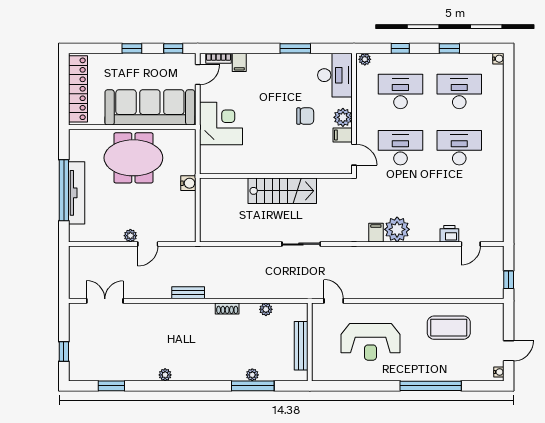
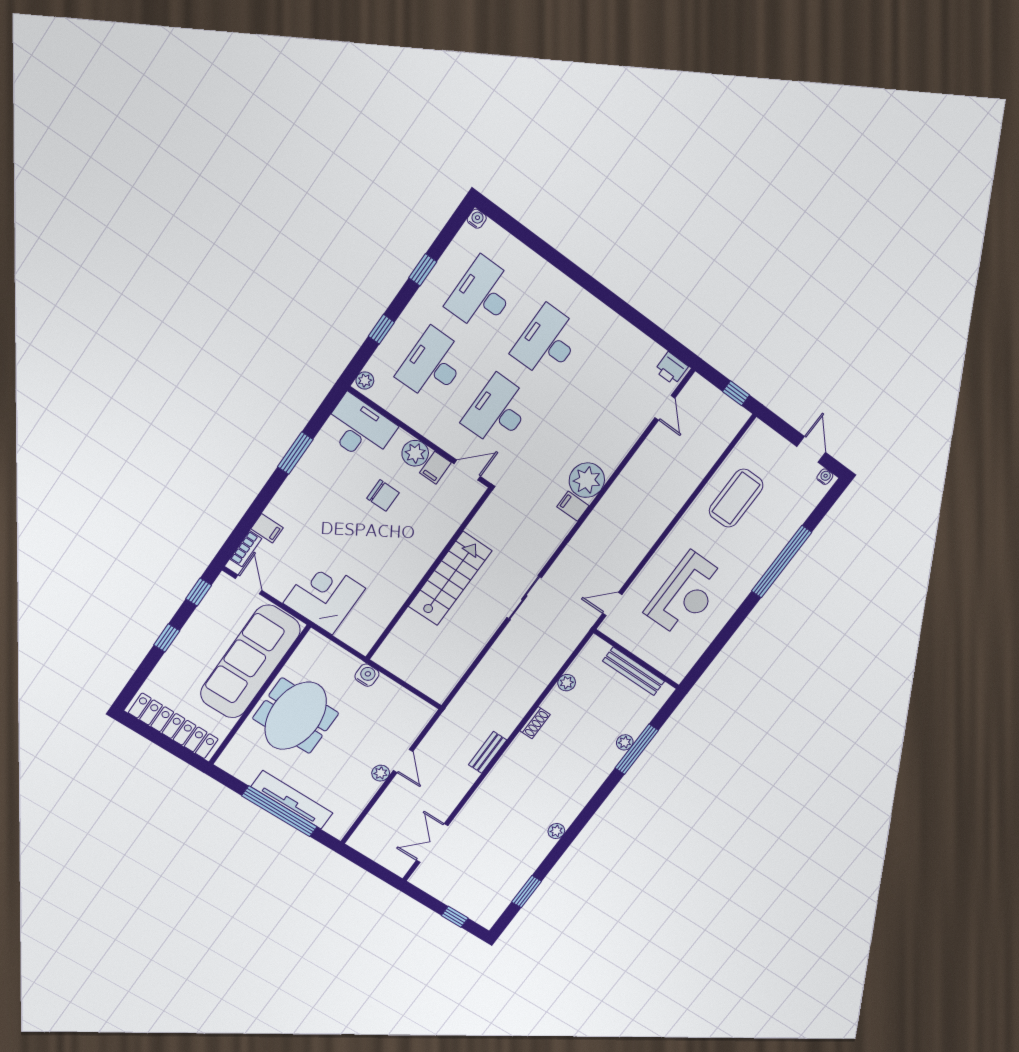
chair: (305, 116) -> (383, 495), turned 90
printer: (449, 234) -> (671, 369), moved, turned -90

